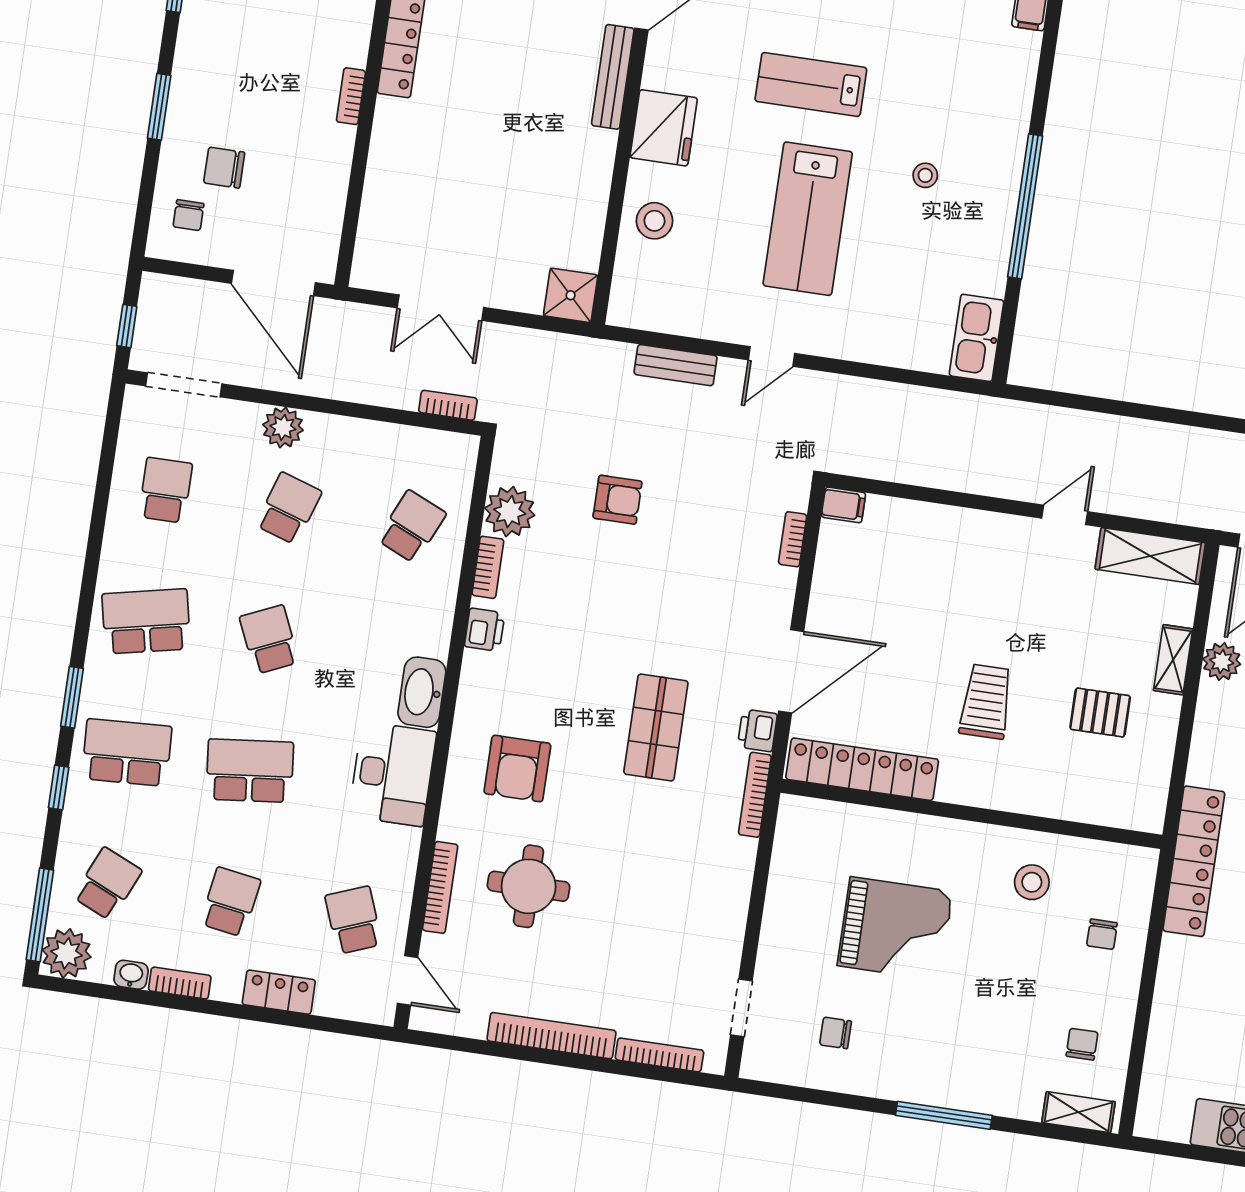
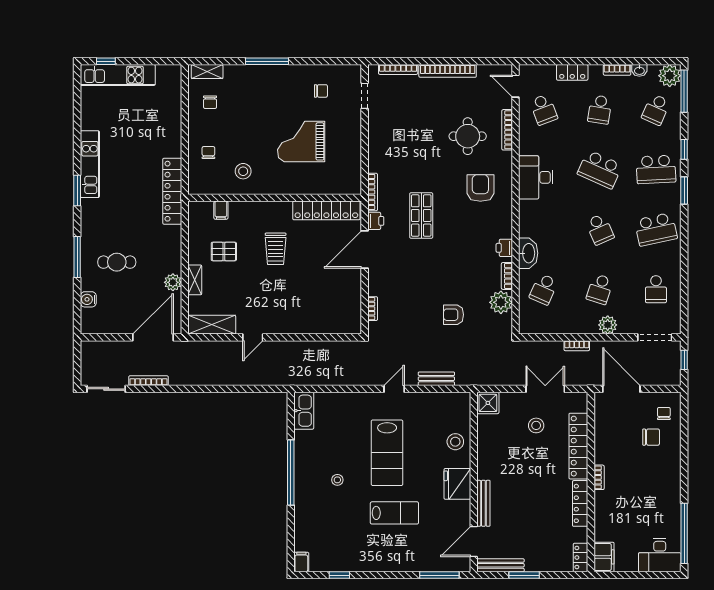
window: (159, 107) -> (684, 460), removed
locker: (386, 171) -> (578, 446), added
lab bench: (808, 219) -> (387, 453), turned 180
stool: (472, 230) -> (536, 425), added
bookcase: (448, 405) -> (577, 346), moved
filing cabinet: (844, 505) -> (221, 210), moved, turned -90
washbasin: (422, 692) -> (528, 253), moved
school desk: (250, 771) -> (600, 169), turned 30

